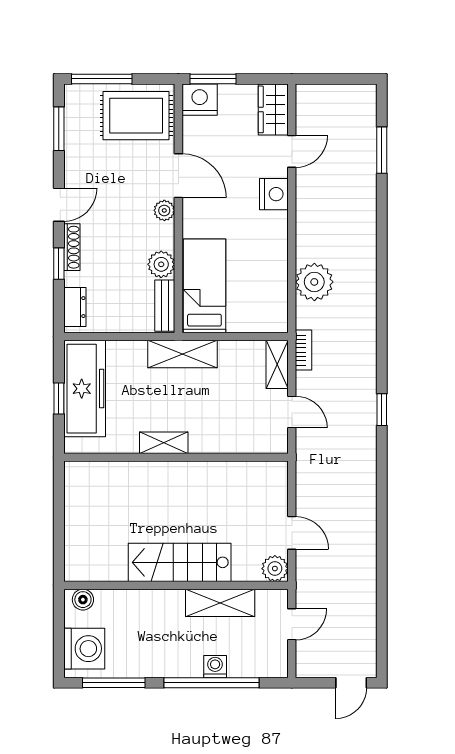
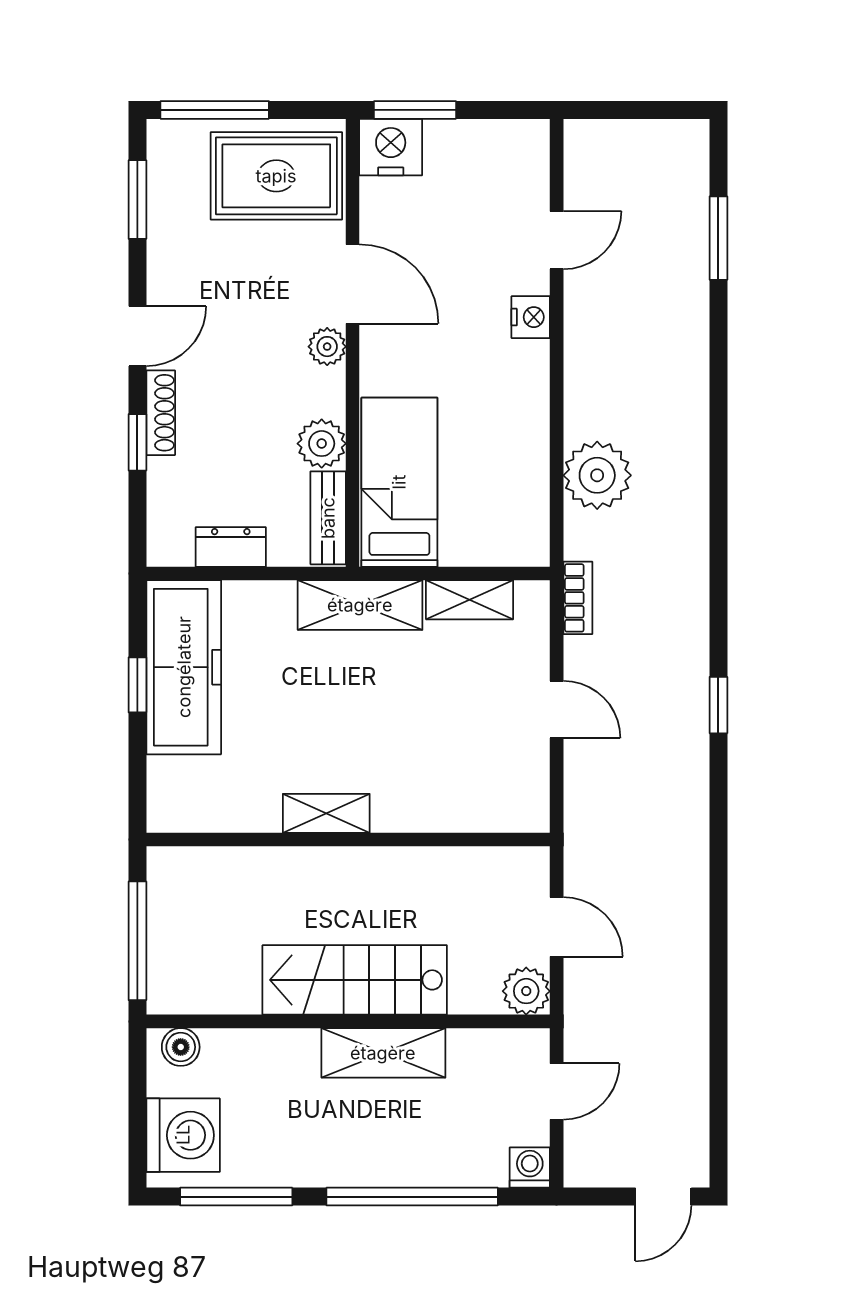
wardrobe: (273, 109) -> (523, 165), removed
nightstand: (274, 194) -> (531, 317), width x0.74, depth x0.75
dresser: (75, 307) -> (231, 547), moved, turned -90
shelving: (277, 364) -> (470, 600), moved, turned 90
shelving: (164, 443) -> (326, 813), moved
wall: (176, 457) -> (348, 840), moved
window: (59, 541) -> (137, 941), added
shelving: (220, 603) -> (383, 1053), moved
washing machine: (215, 667) -> (530, 1168), moved

